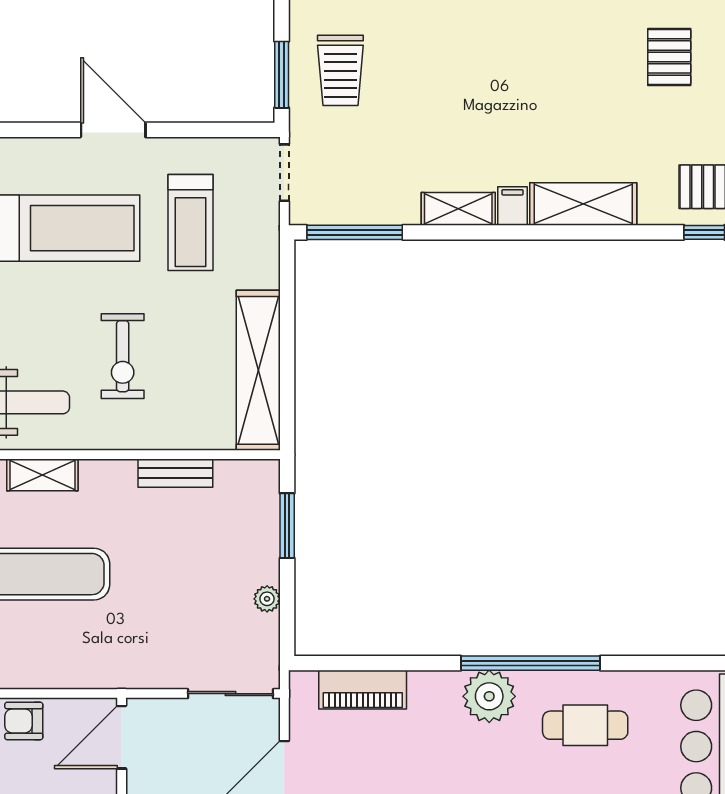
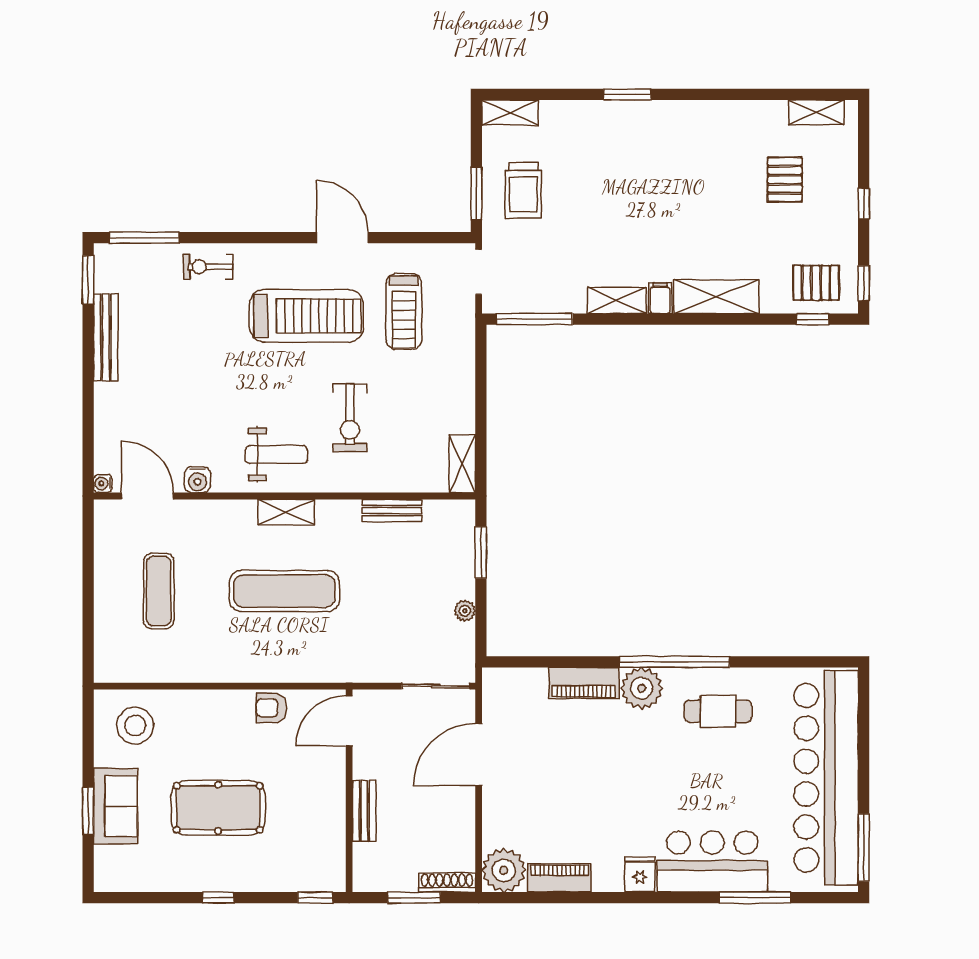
shelving: (258, 370) -> (462, 464), width x0.45, depth x0.75
piano: (363, 690) -> (584, 683), moved

